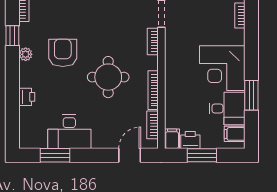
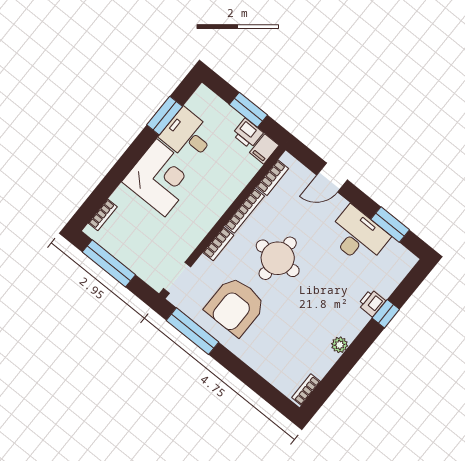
window: (12, 36) -> (386, 314), moved
bookcase: (153, 42) -> (218, 244), moved
armchair: (63, 53) -> (235, 306), moved, width x1.36, depth x1.36
window: (251, 95) -> (165, 116), moved
filing cabinet: (235, 134) -> (200, 105), removed
door: (130, 155) -> (332, 177), moved

